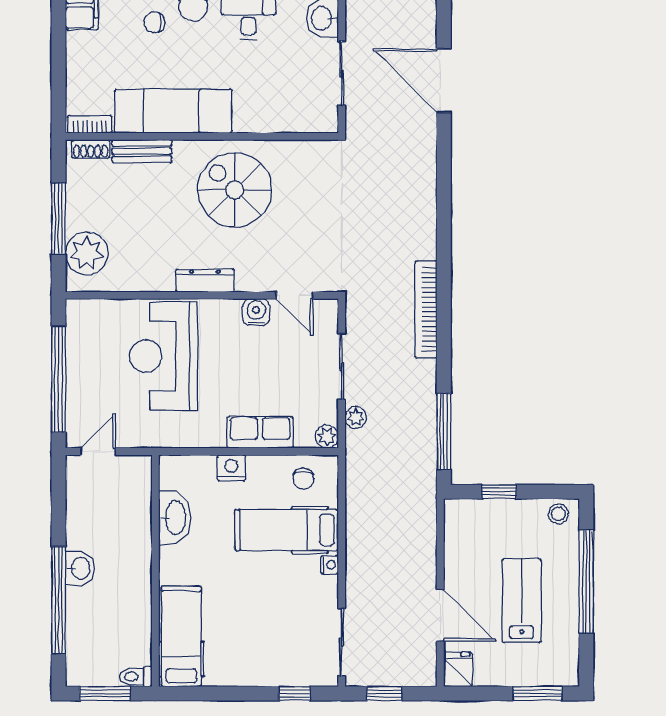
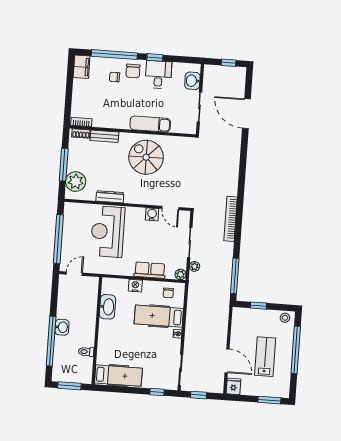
exam couch: (173, 111) -> (150, 124), moved, width x0.73, depth x0.69
dresser: (205, 281) -> (110, 197), moved
hospital bed: (181, 636) -> (118, 376), moved, turned 90
toilet: (136, 677) -> (86, 352), moved

